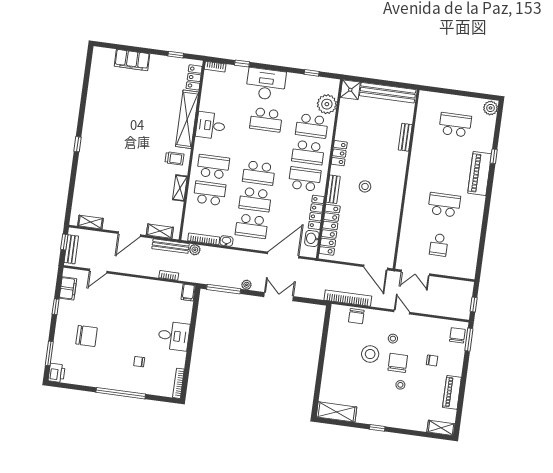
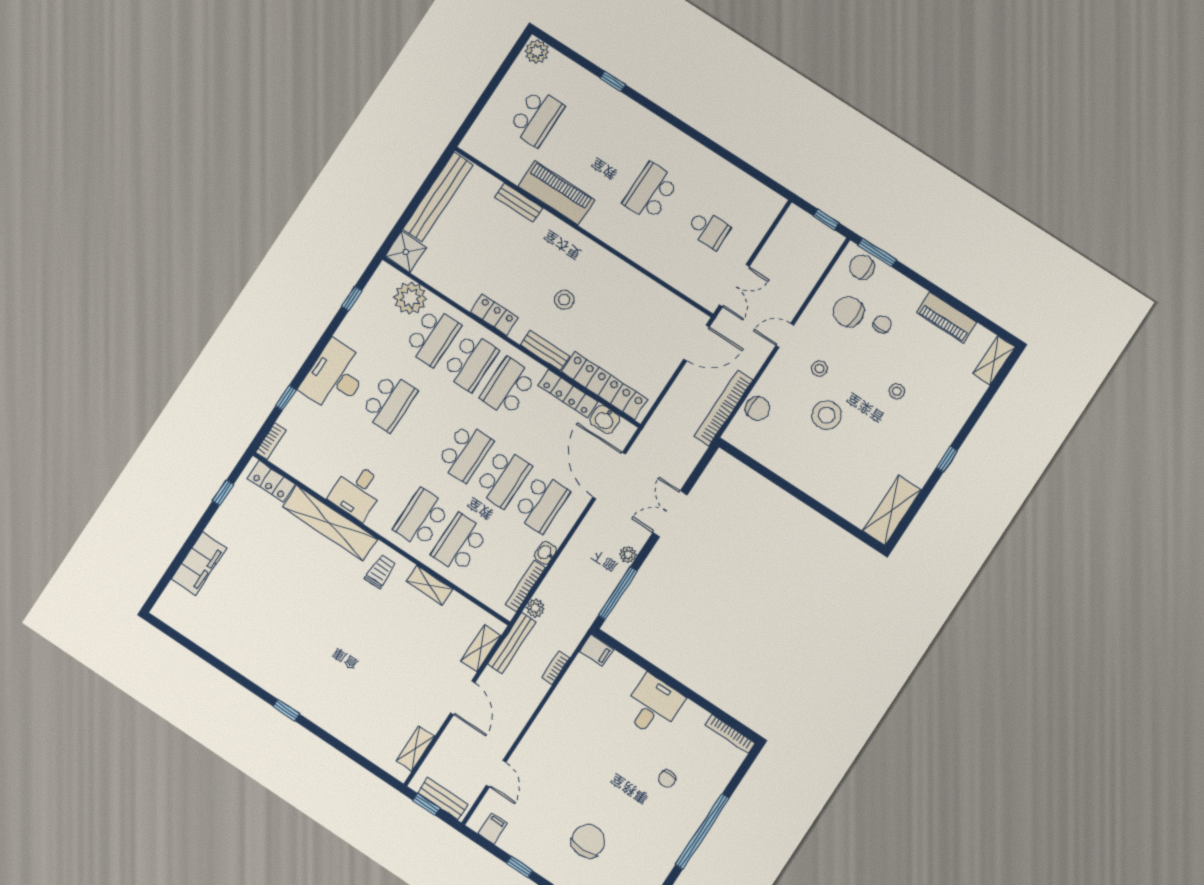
school desk: (455, 125) -> (536, 118), turned 180
piano: (480, 173) -> (556, 193), moved, turned 180
filing cabinet: (68, 288) -> (493, 829), width x0.50
chair: (398, 363) -> (849, 312), moved

